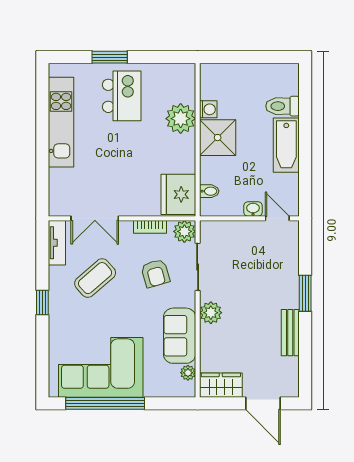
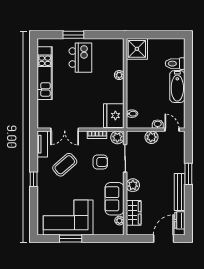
washing machine: (208, 109) -> (131, 65), removed
plant: (181, 119) -> (119, 75), width x0.53, depth x0.53
shower: (218, 138) -> (137, 49), moved
plant: (242, 231) -> (151, 137), added
armchair: (155, 273) -> (100, 162), turned -74
bench: (290, 333) -> (180, 192), width x1.36
dresser: (291, 372) -> (180, 220), added
wardrobe: (221, 385) -> (134, 213), moved, turned 90
window: (105, 403) -> (71, 239), width x0.47
door: (263, 403) -> (164, 239), swing flipped

